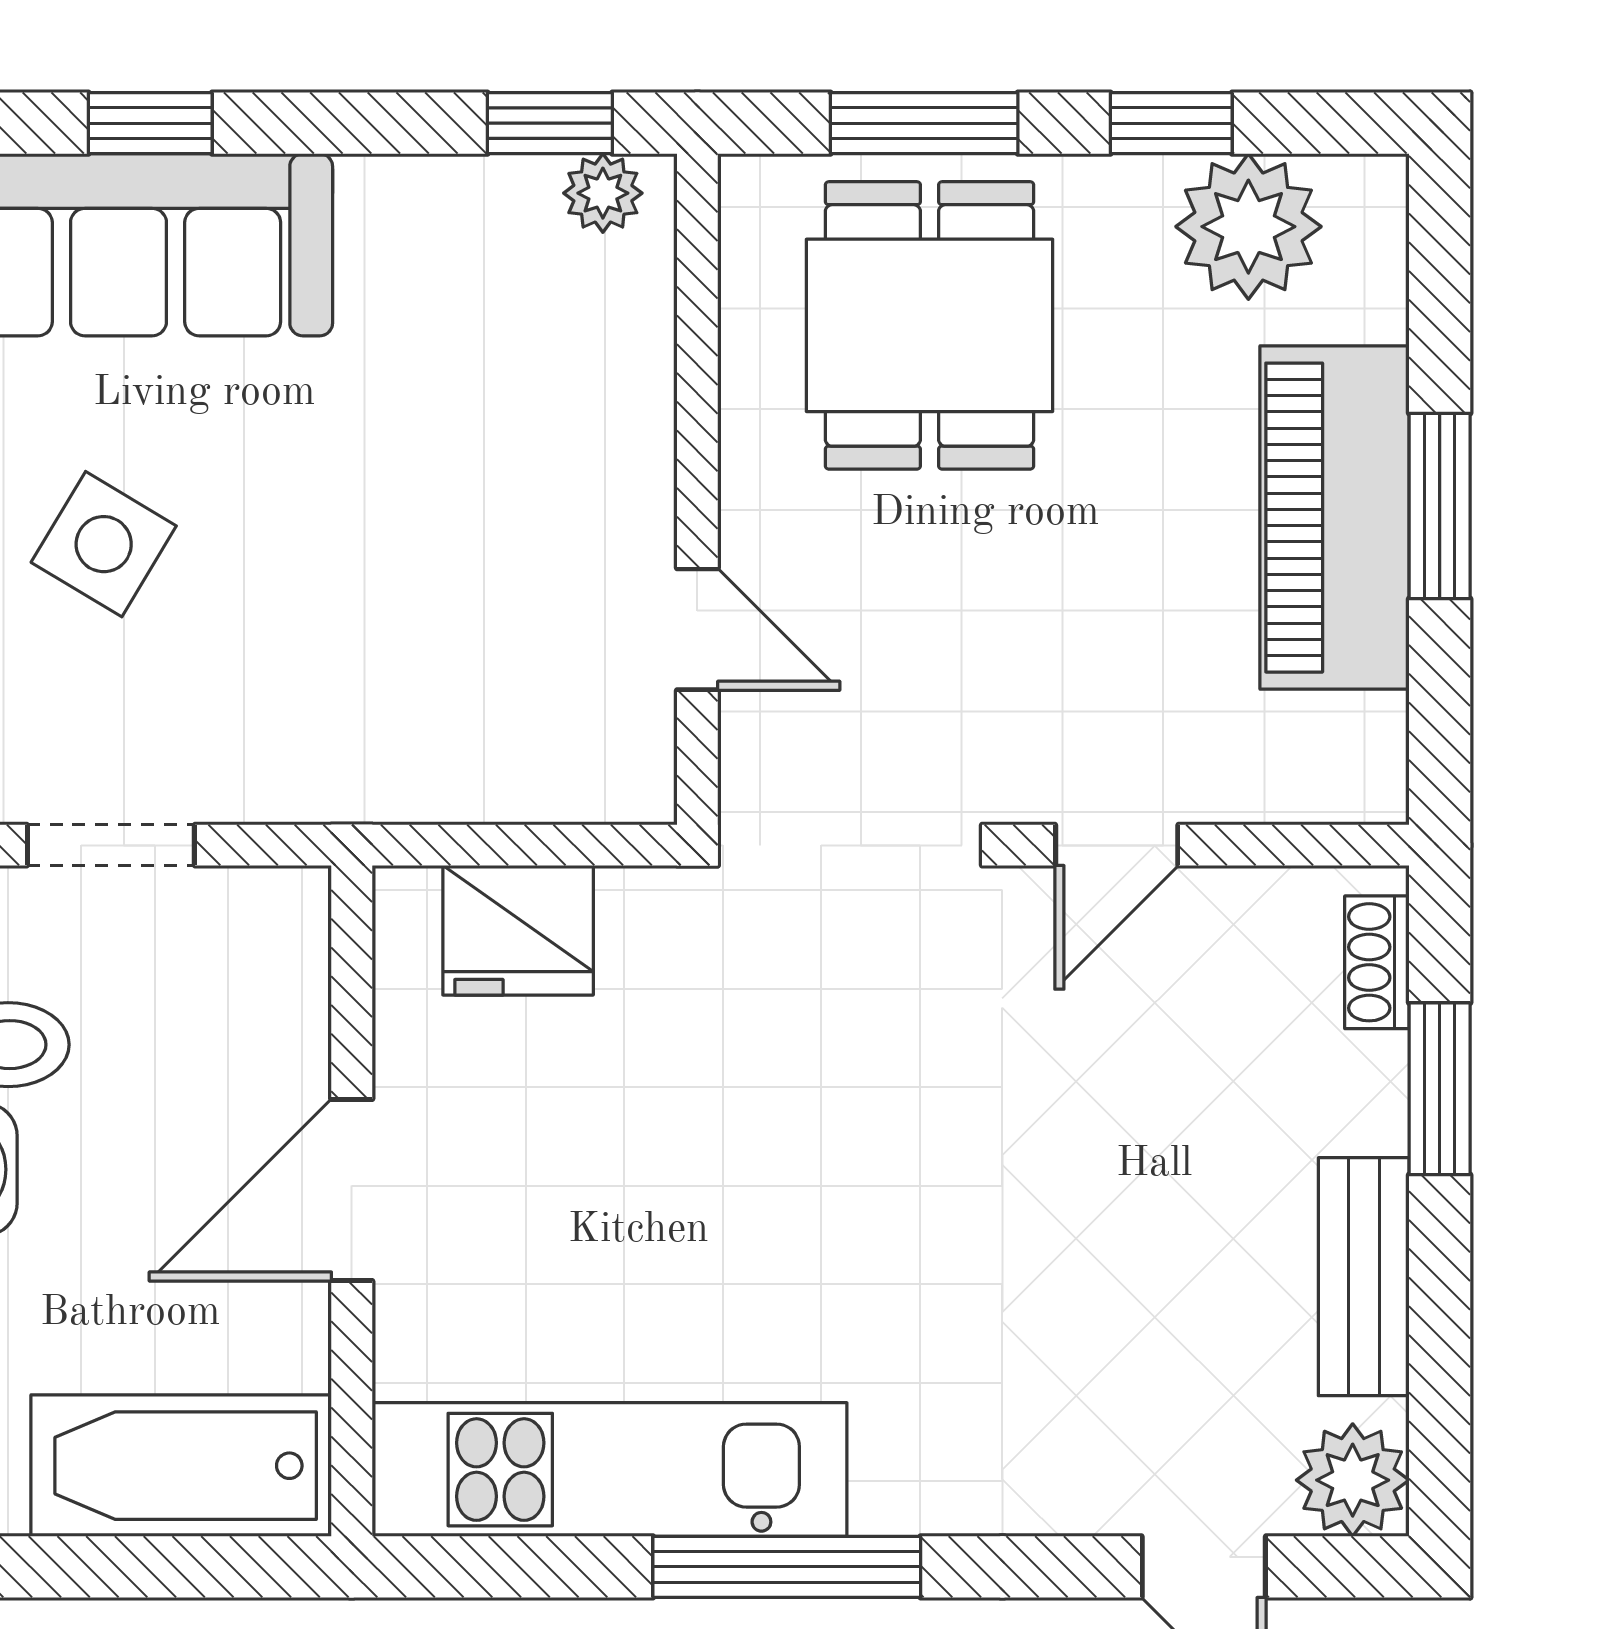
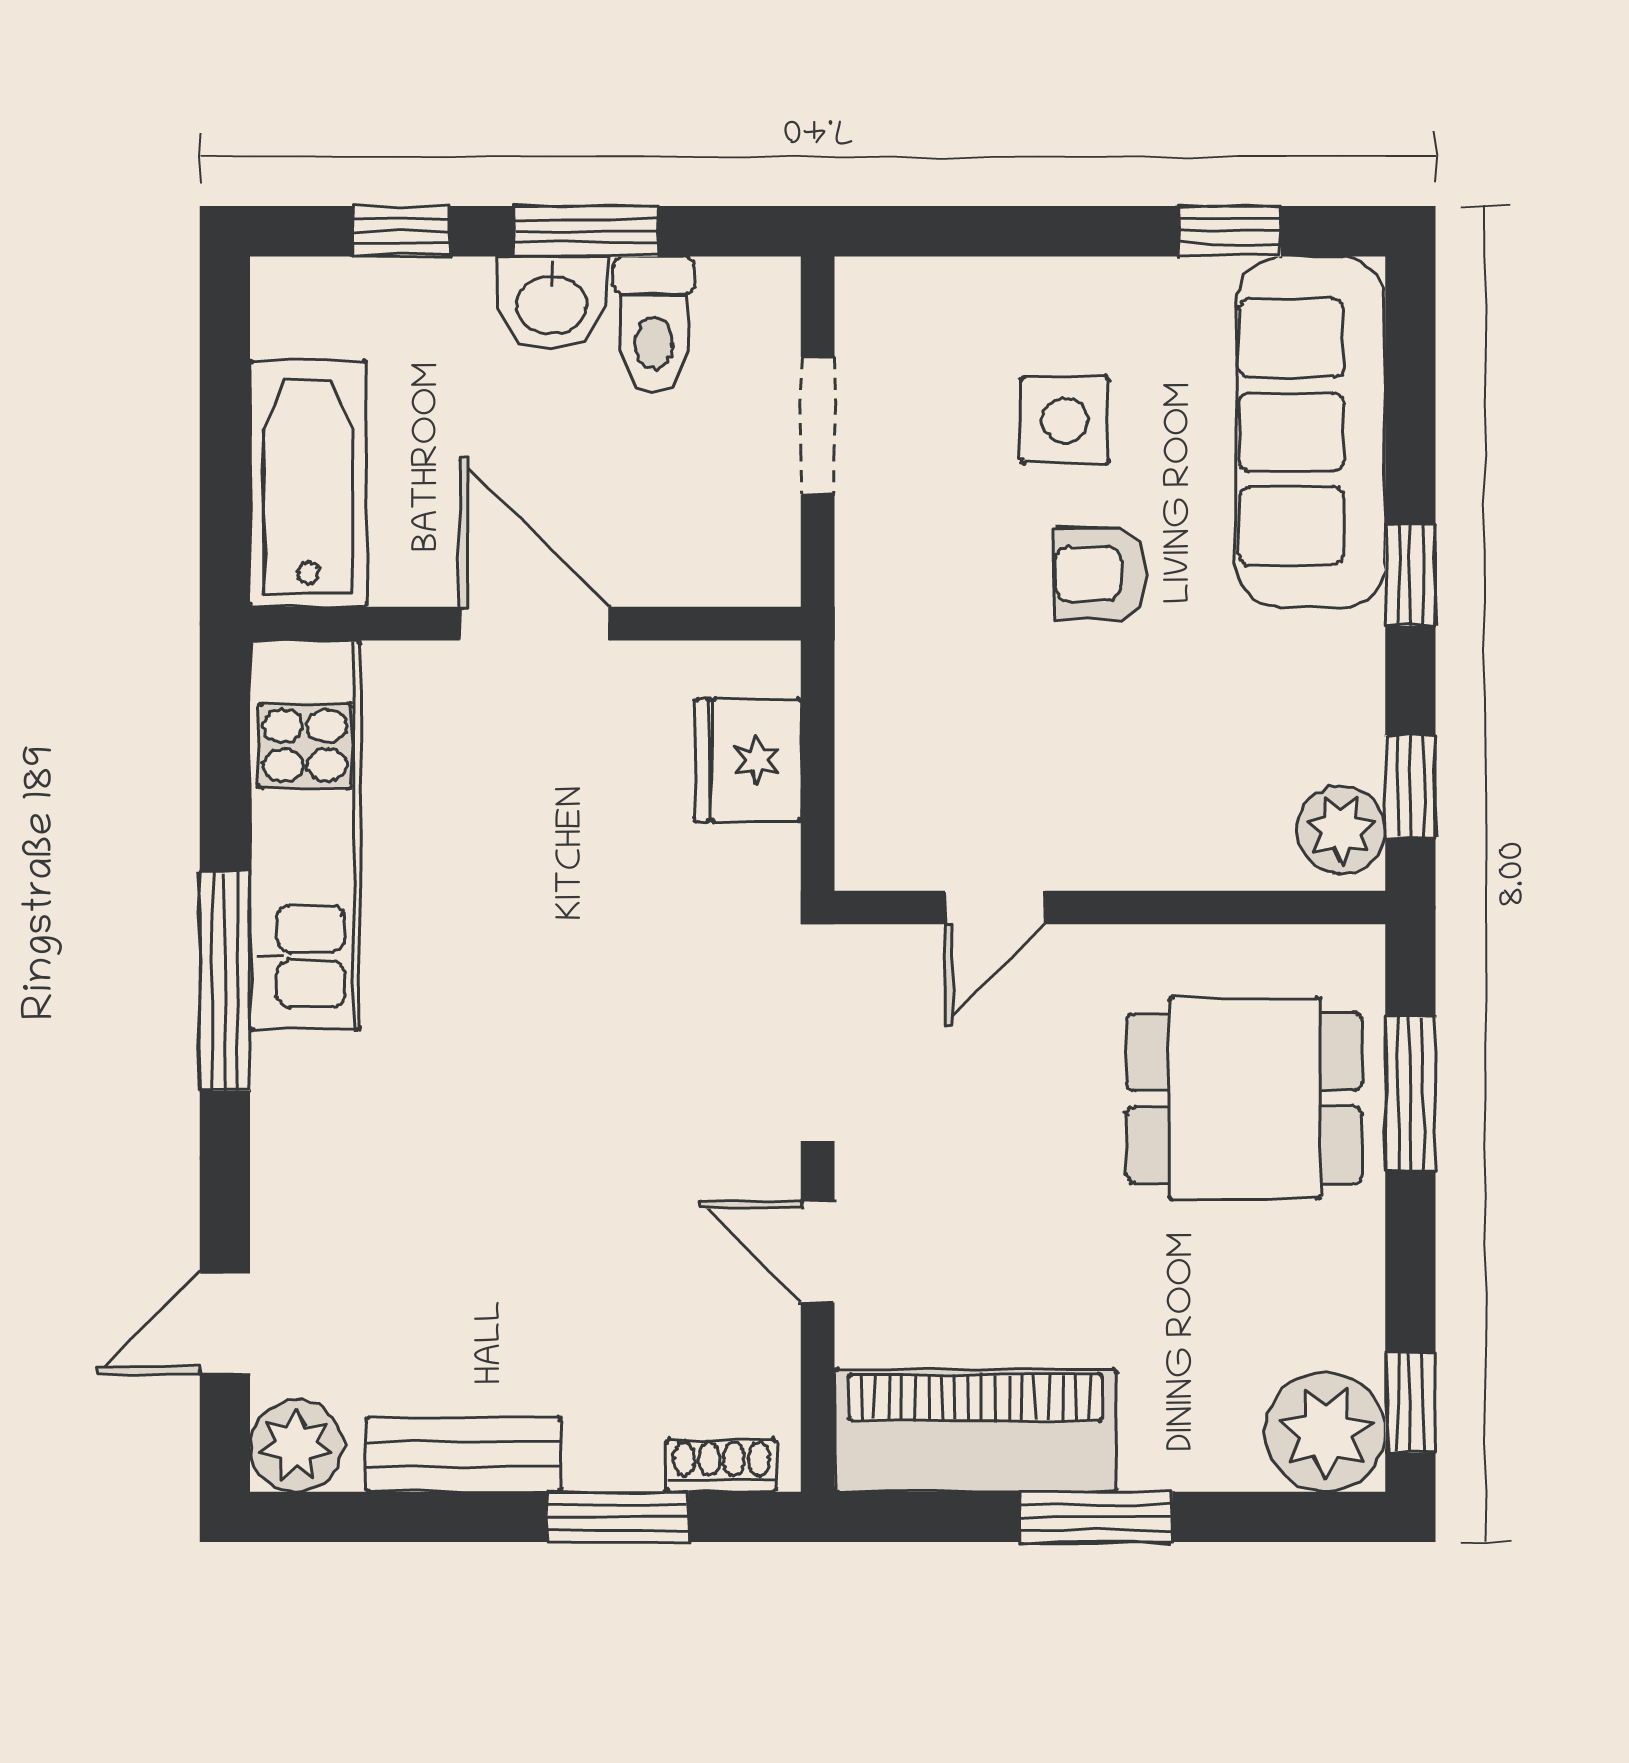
window: (150, 123) -> (1410, 575), moved
window: (1171, 123) -> (1410, 1402), moved
plant: (603, 193) -> (1341, 830), width x1.38, depth x1.38
plant: (1248, 227) -> (1326, 1432), moved
armchair: (291, 500) -> (1101, 574), added
piano: (1335, 518) -> (975, 1431), moved
side table: (104, 544) -> (1065, 420), turned -31

